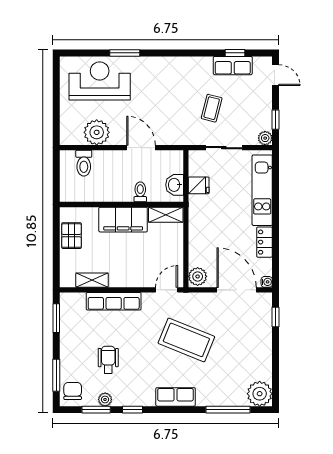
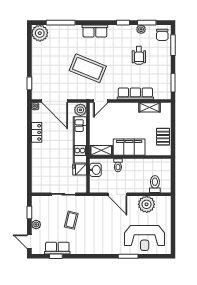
plant: (265, 138) -> (36, 225), moved
kitchen unit: (262, 190) -> (80, 140), moved, turned 180

